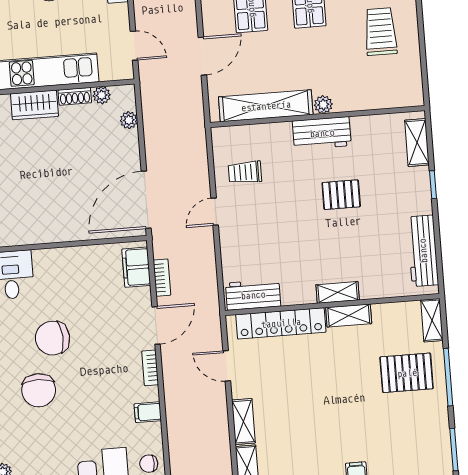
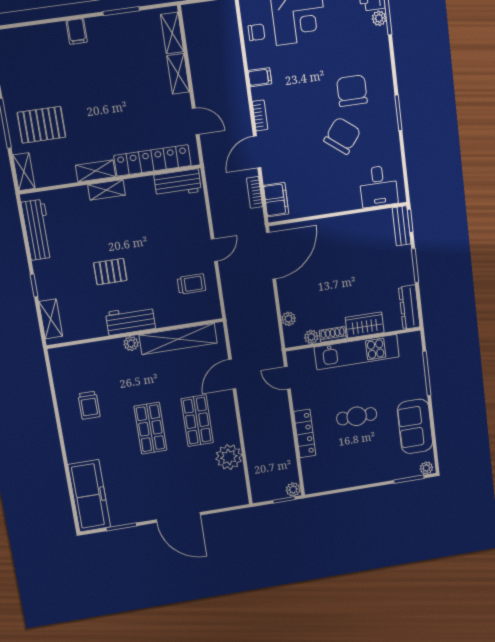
trolley: (381, 32) -> (89, 405), width x0.73, depth x0.72
chair: (52, 338) -> (342, 136), turned -48

